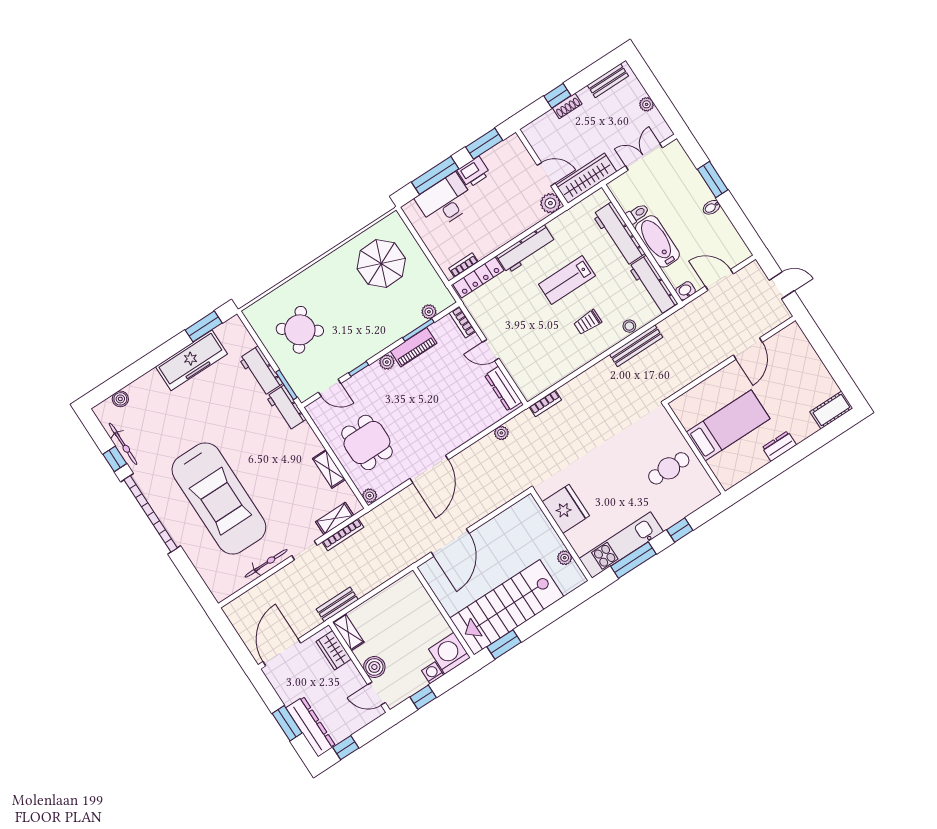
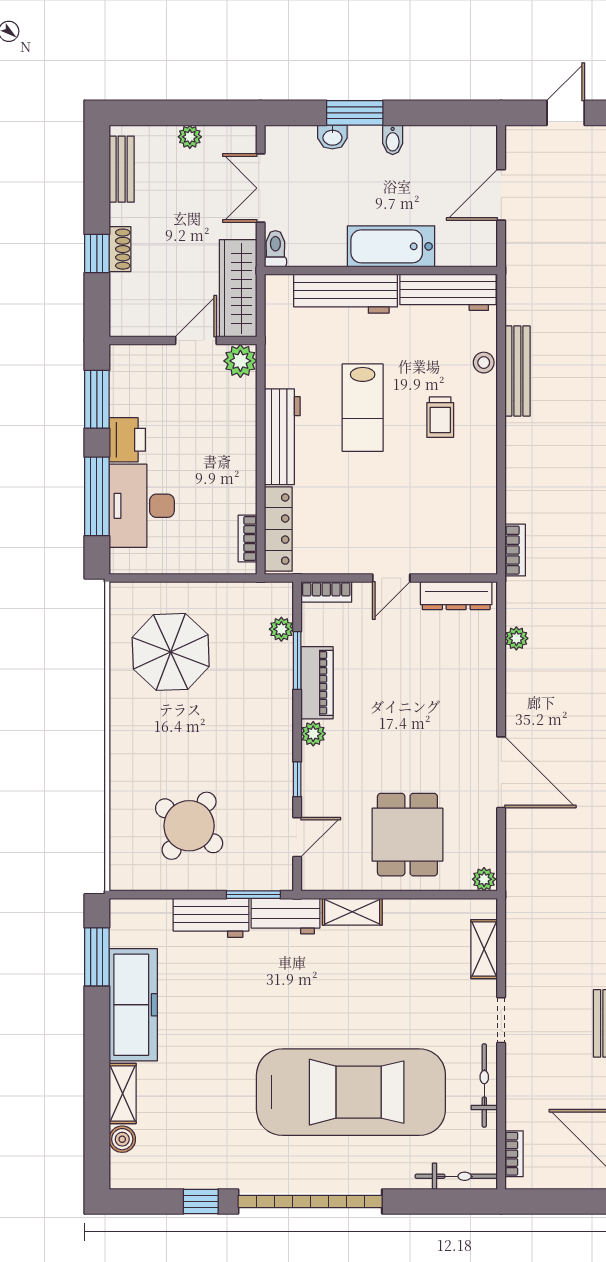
toilet: (637, 213) -> (275, 249), moved
washbasin: (685, 291) -> (332, 137), moved, turned -90
shelving: (143, 384) -> (123, 1093), added
dining table: (367, 442) -> (407, 835), turned 90
bicycle: (123, 444) -> (456, 1176), moved
shelving: (329, 469) -> (352, 912), moved
bookcase: (343, 535) -> (514, 1154), moved, width x0.64

